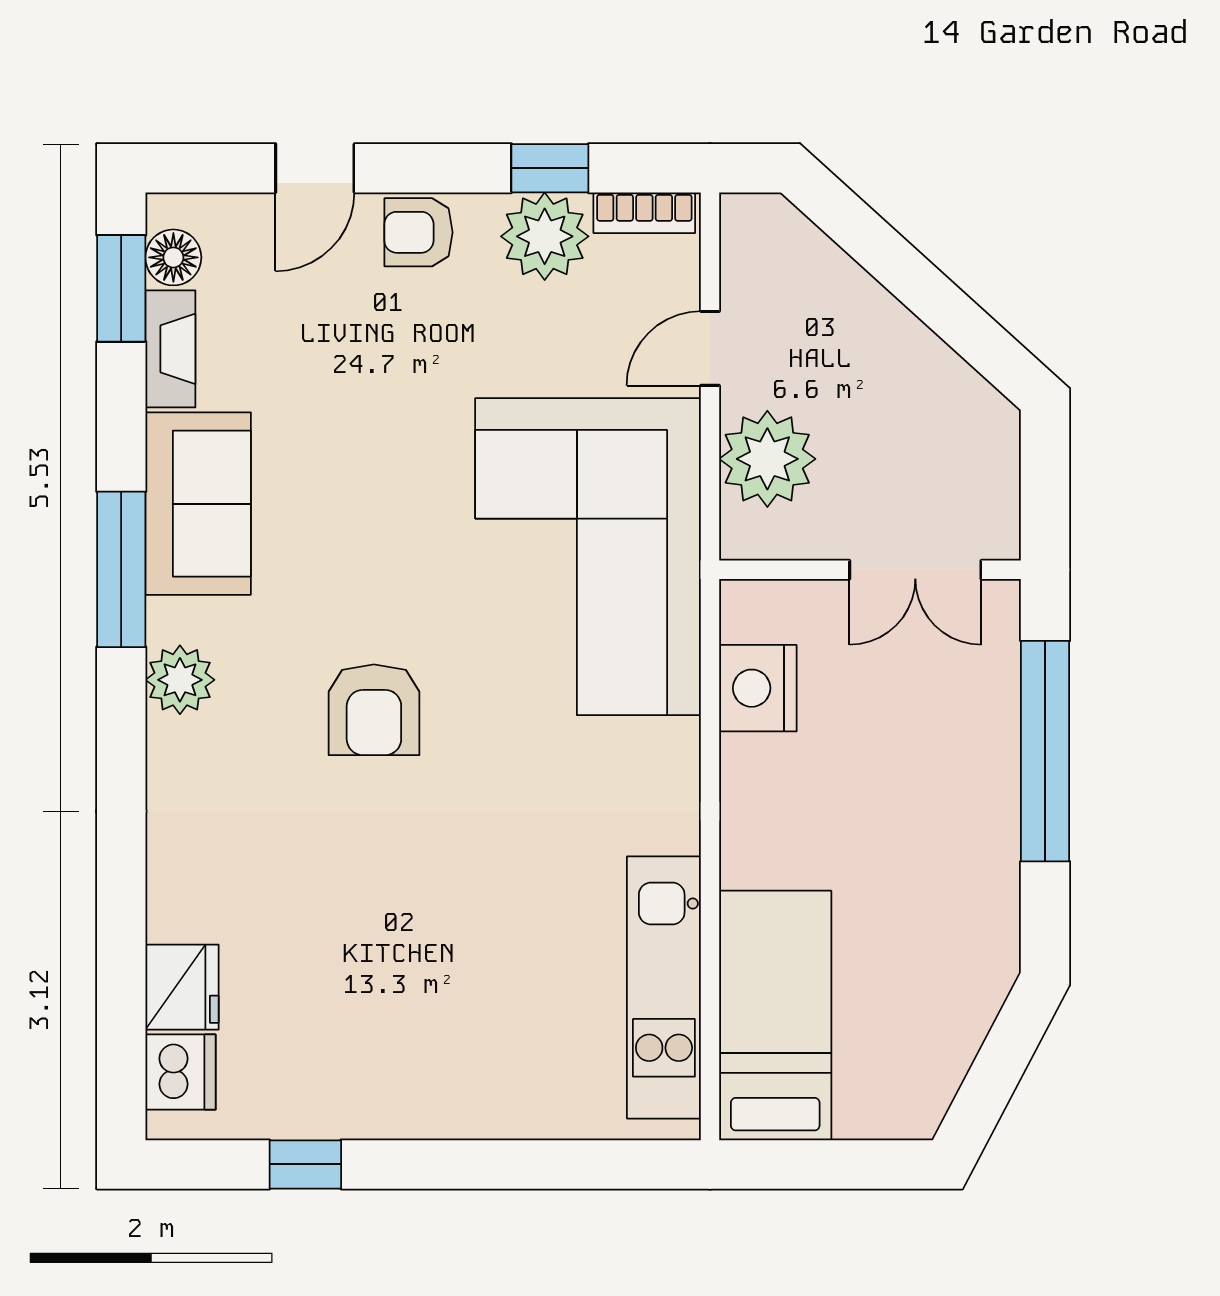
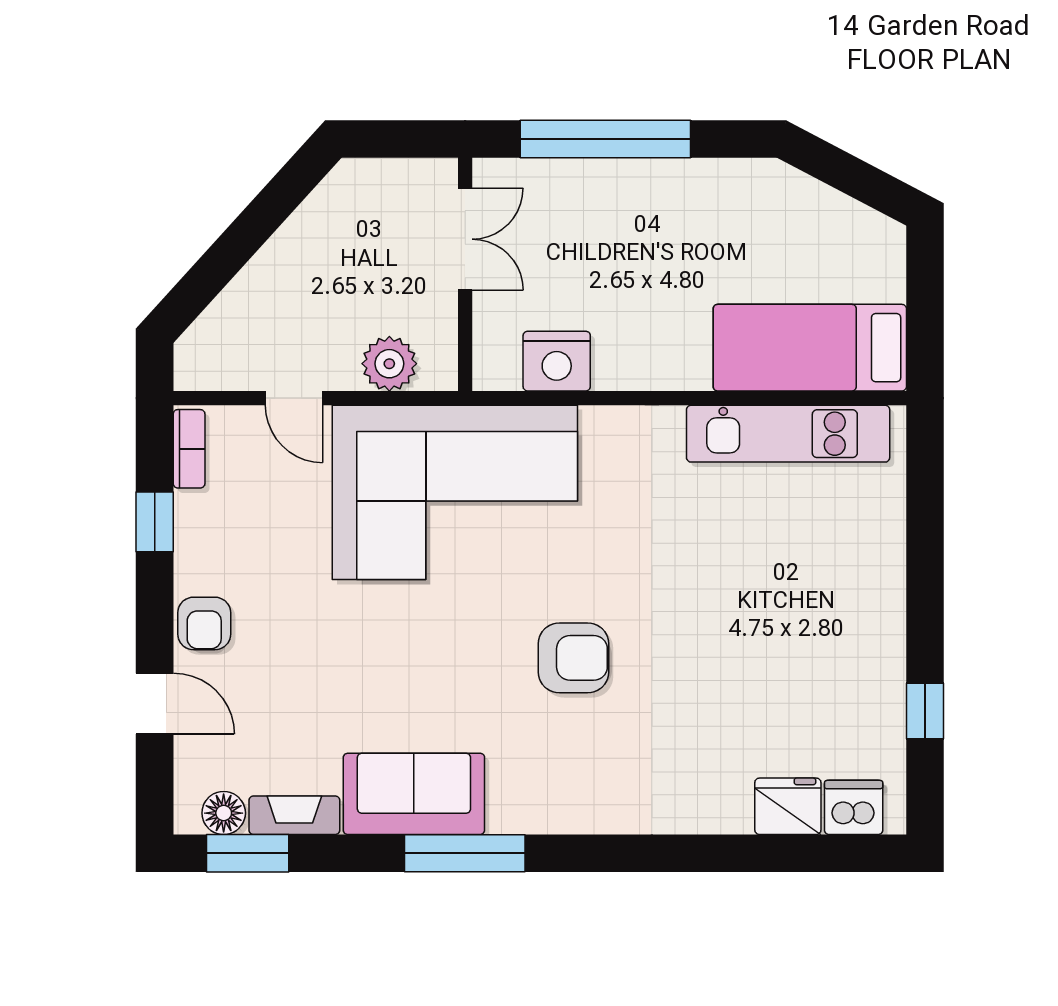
plant: (545, 236) -> (207, 526), removed
plant: (767, 459) -> (389, 364), width x0.73, depth x0.73
plant: (180, 680) -> (550, 808), removed

